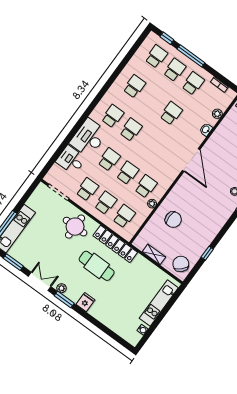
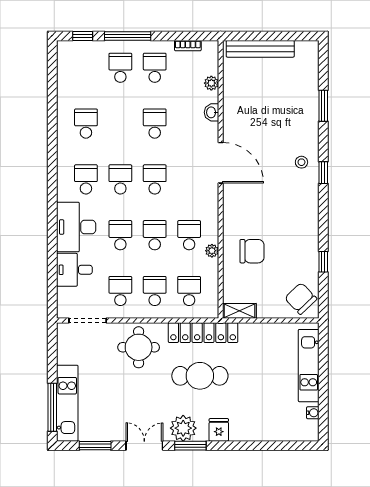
school desk: (156, 56) -> (155, 179), moved
shelving: (154, 254) -> (239, 311), moved
plant: (62, 288) -> (183, 428), width x1.88, depth x1.88

